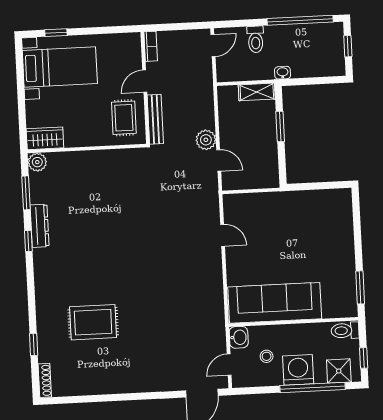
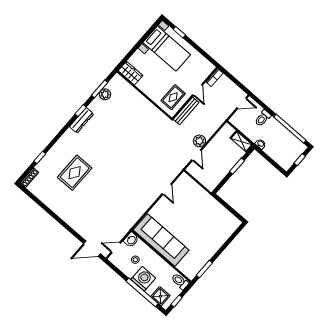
door: (145, 81) -> (197, 90), swing flipped
plant: (37, 162) -> (105, 94), moved
dresser: (40, 226) -> (82, 120), moved
rug: (93, 322) -> (75, 173), turned 90

